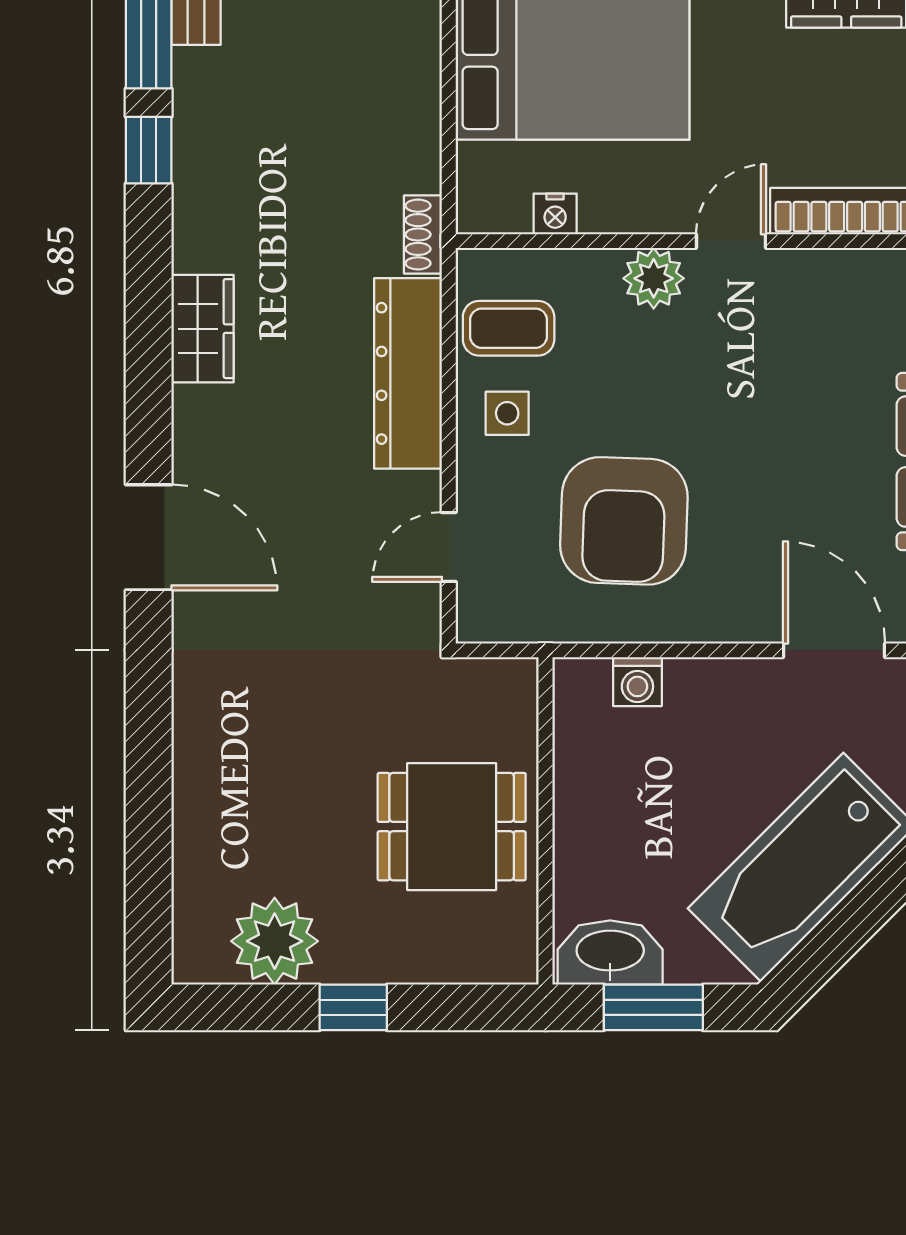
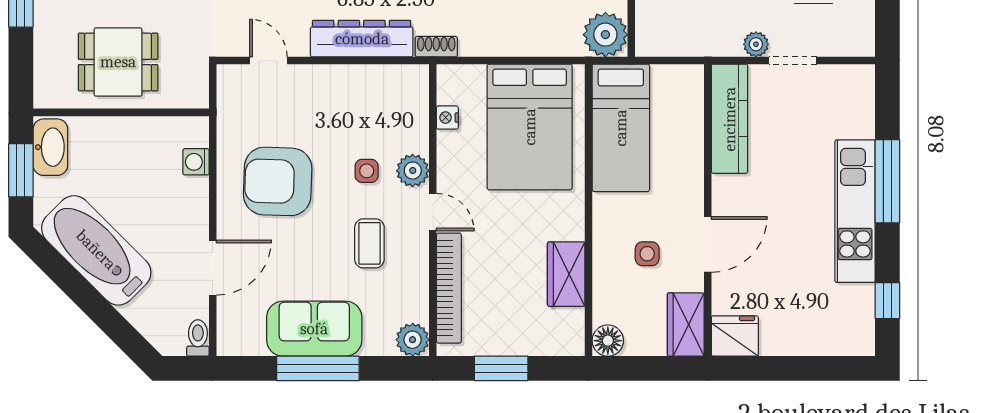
coffee table: (509, 328) -> (369, 243), moved
side table: (507, 413) -> (367, 171), moved
armchair: (624, 521) -> (278, 181), moved
dining table: (452, 827) -> (118, 62), turned 90

